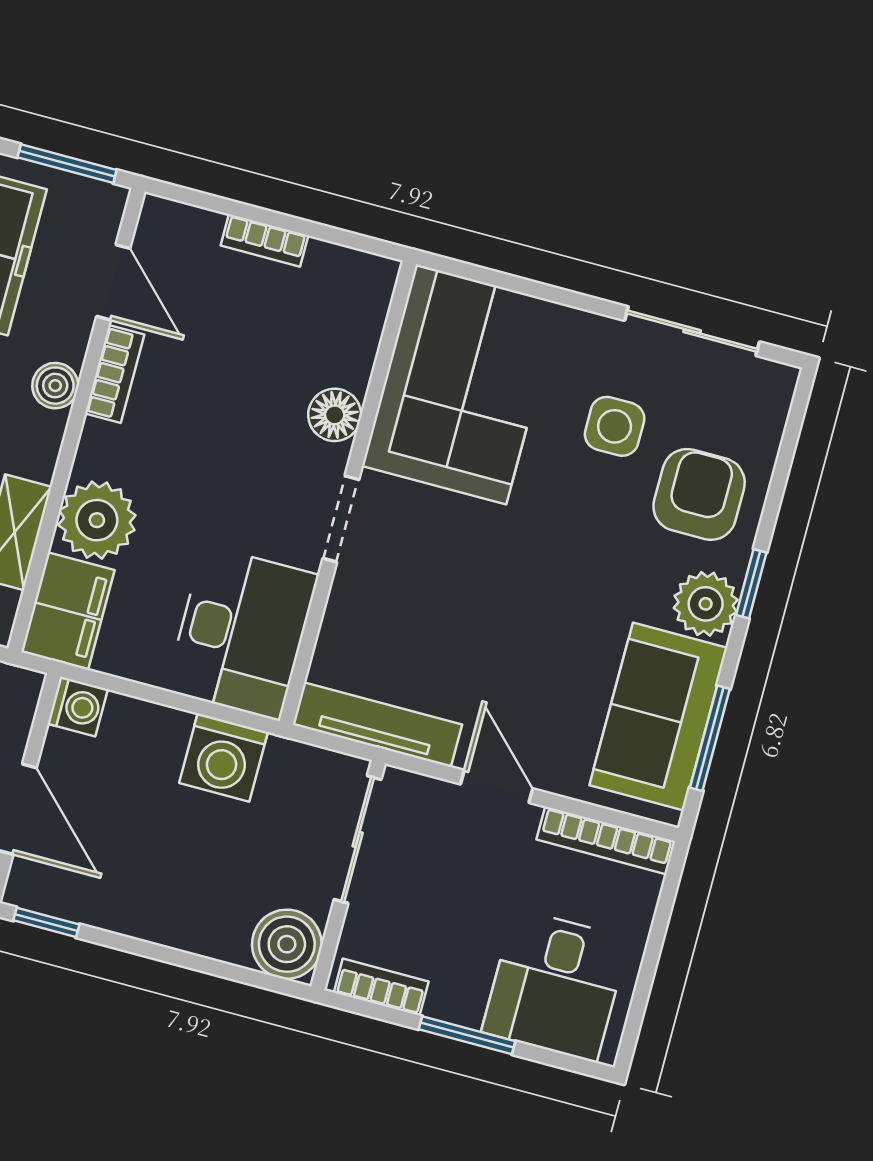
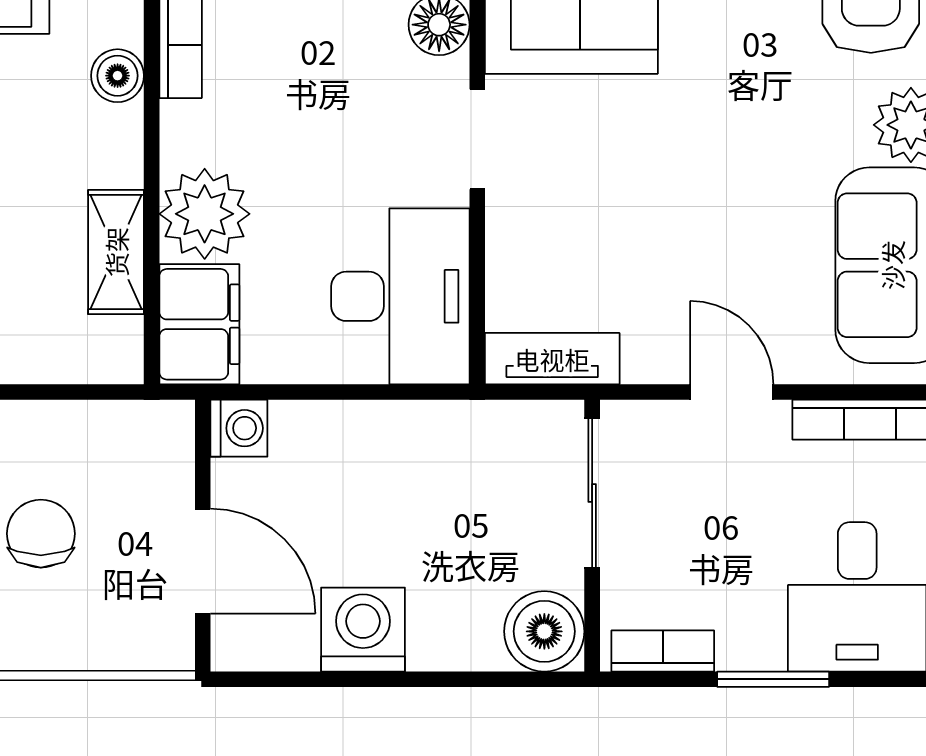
tv unit: (377, 725) -> (552, 359), width x0.71
washing machine: (223, 758) -> (363, 630), moved, turned 180
window: (46, 922) -> (269, 679), removed

